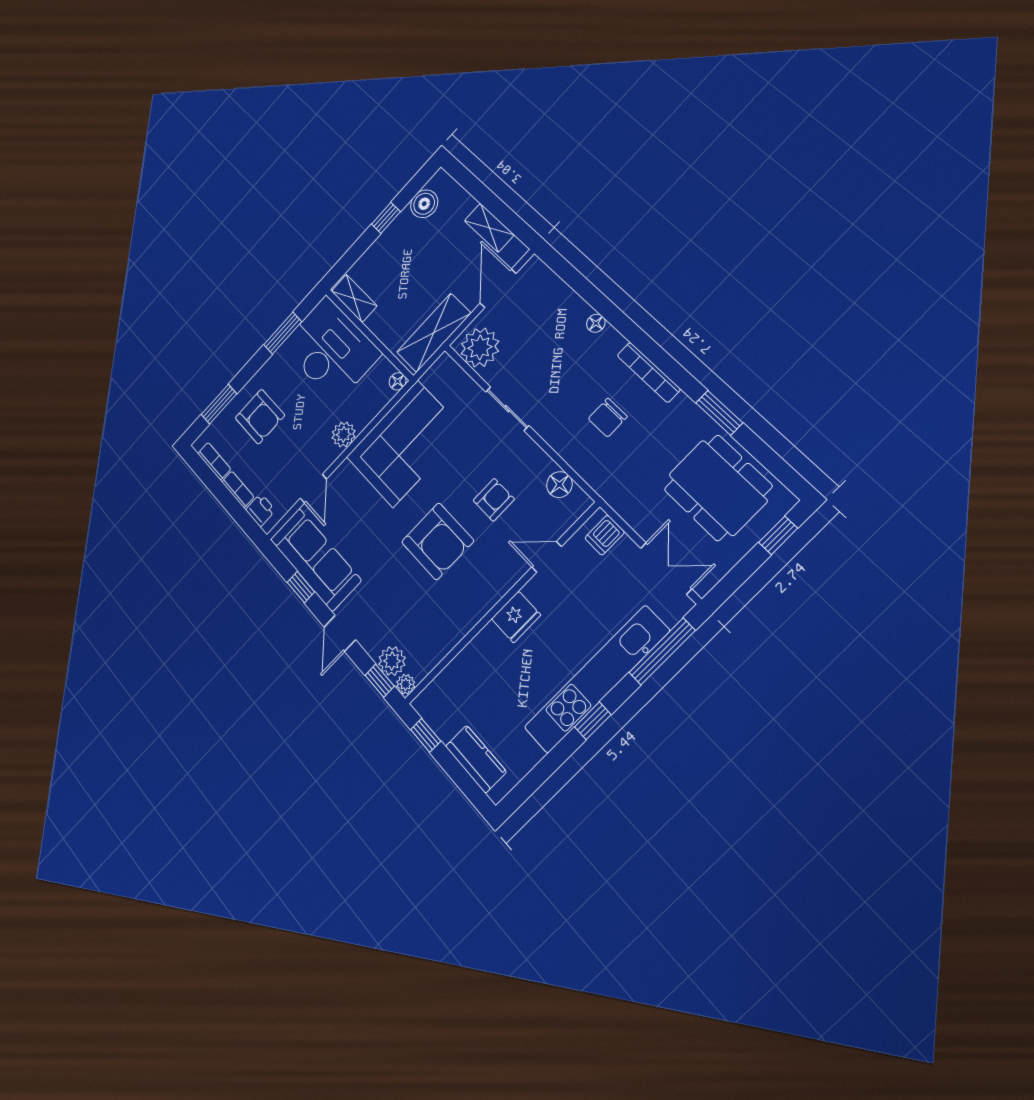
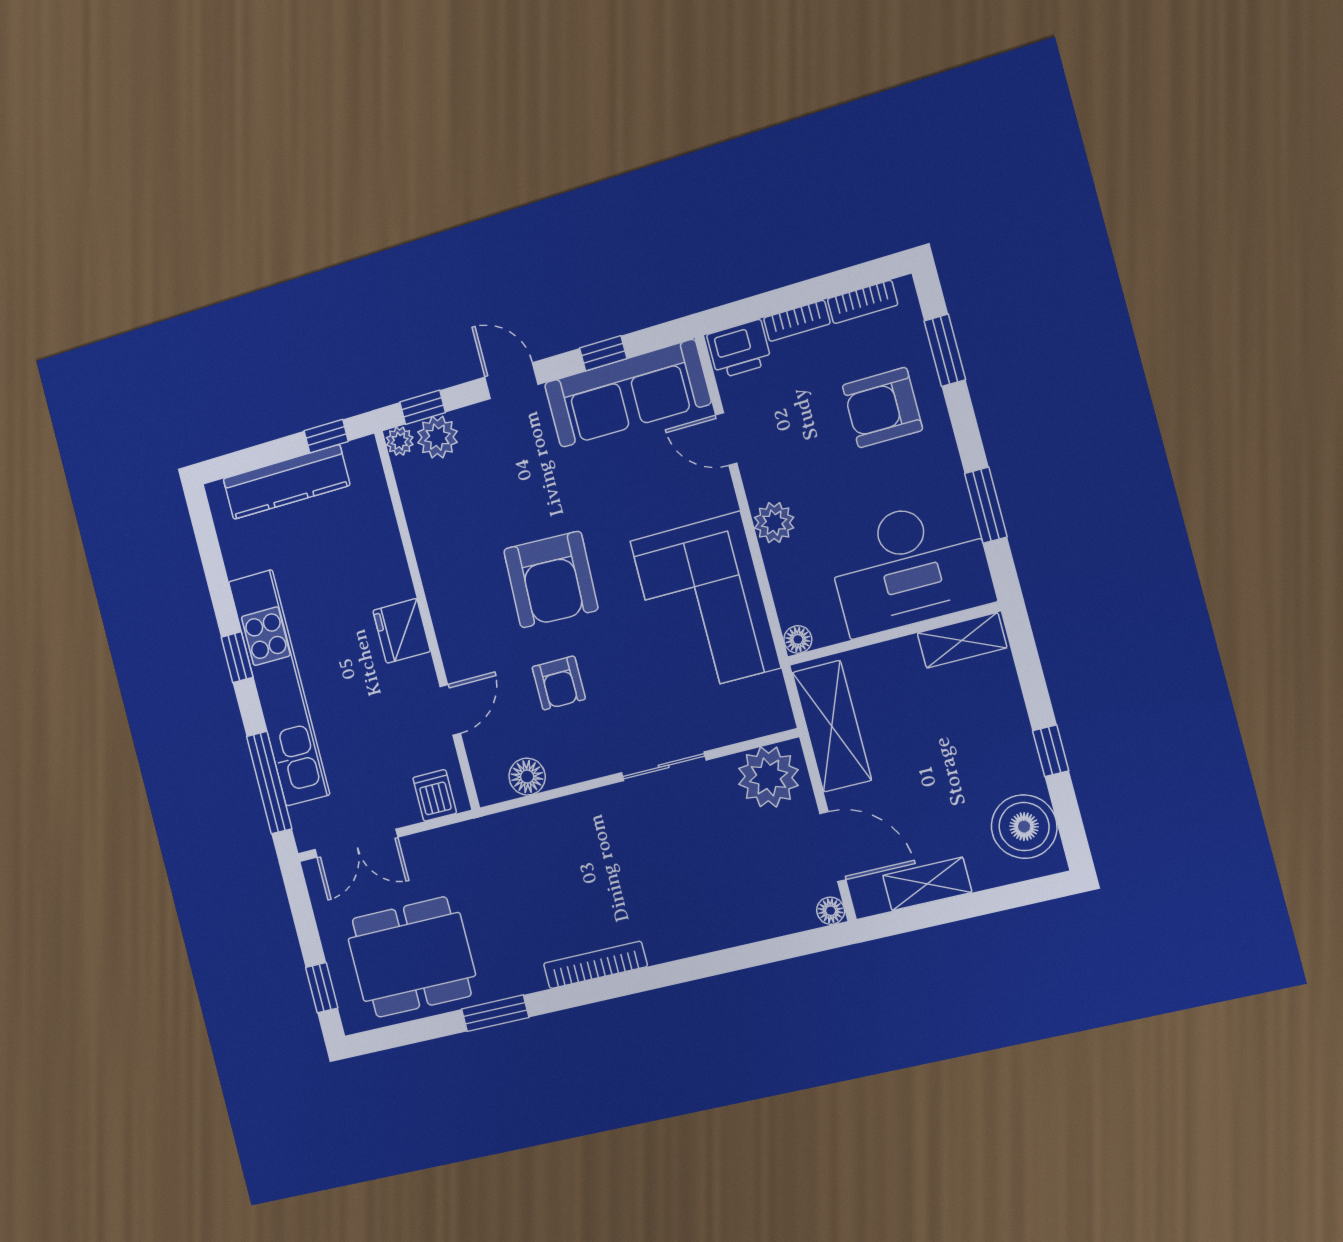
boiler: (424, 204) -> (1024, 827), width x1.37, depth x1.37
floor lamp: (596, 323) -> (831, 911), moved
chair: (608, 418) -> (572, 883), removed
printer: (260, 510) -> (739, 349), width x1.36, depth x1.24
armchair: (438, 541) -> (551, 580), turned -88
kitchen counter: (476, 759) -> (286, 482), width x1.50

